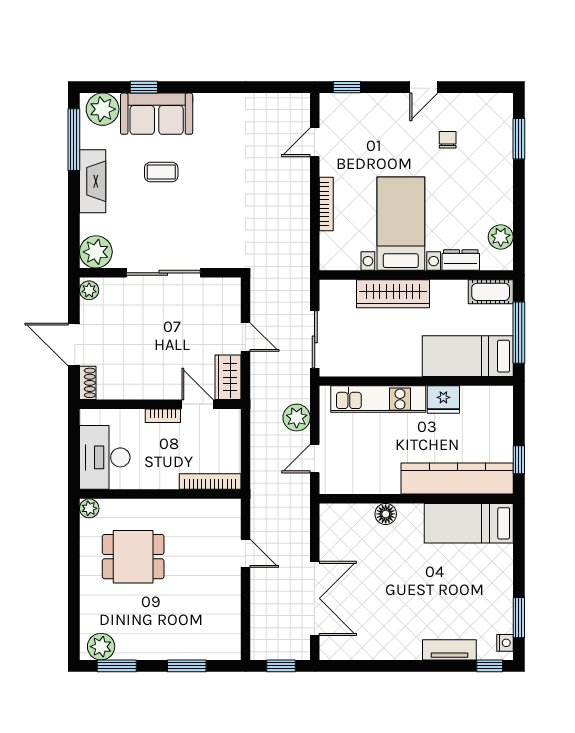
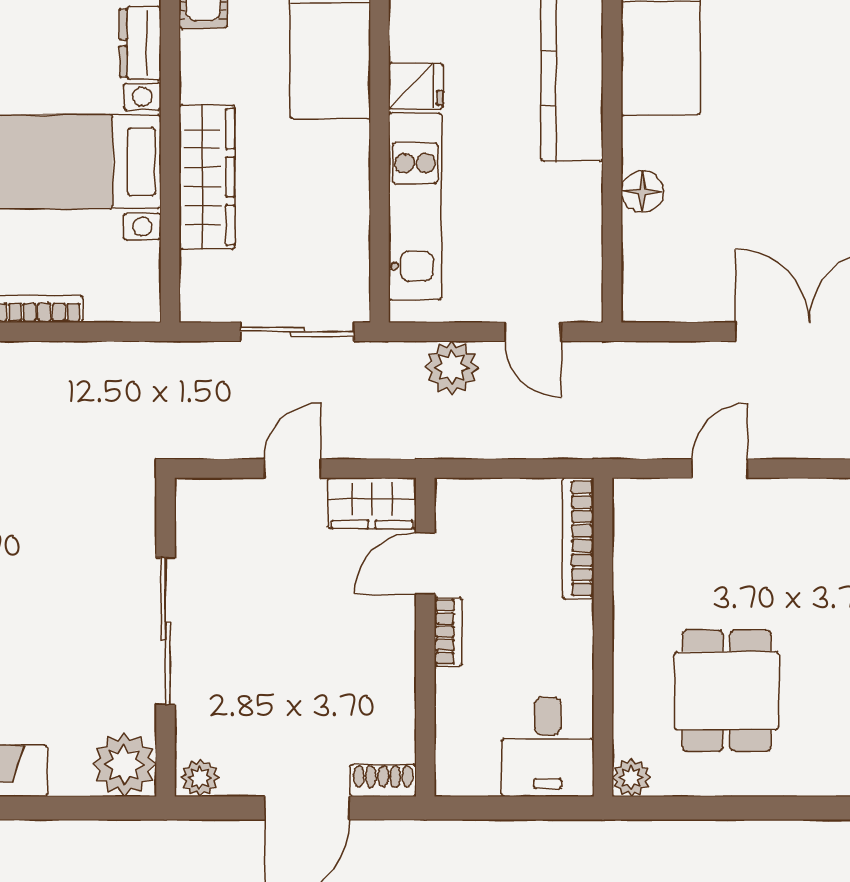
fridge: (443, 400) -> (416, 86), width x0.72
desk: (105, 457) -> (548, 747), width x0.73

